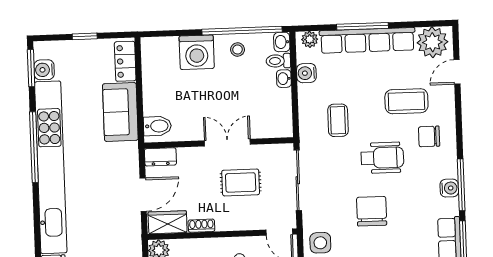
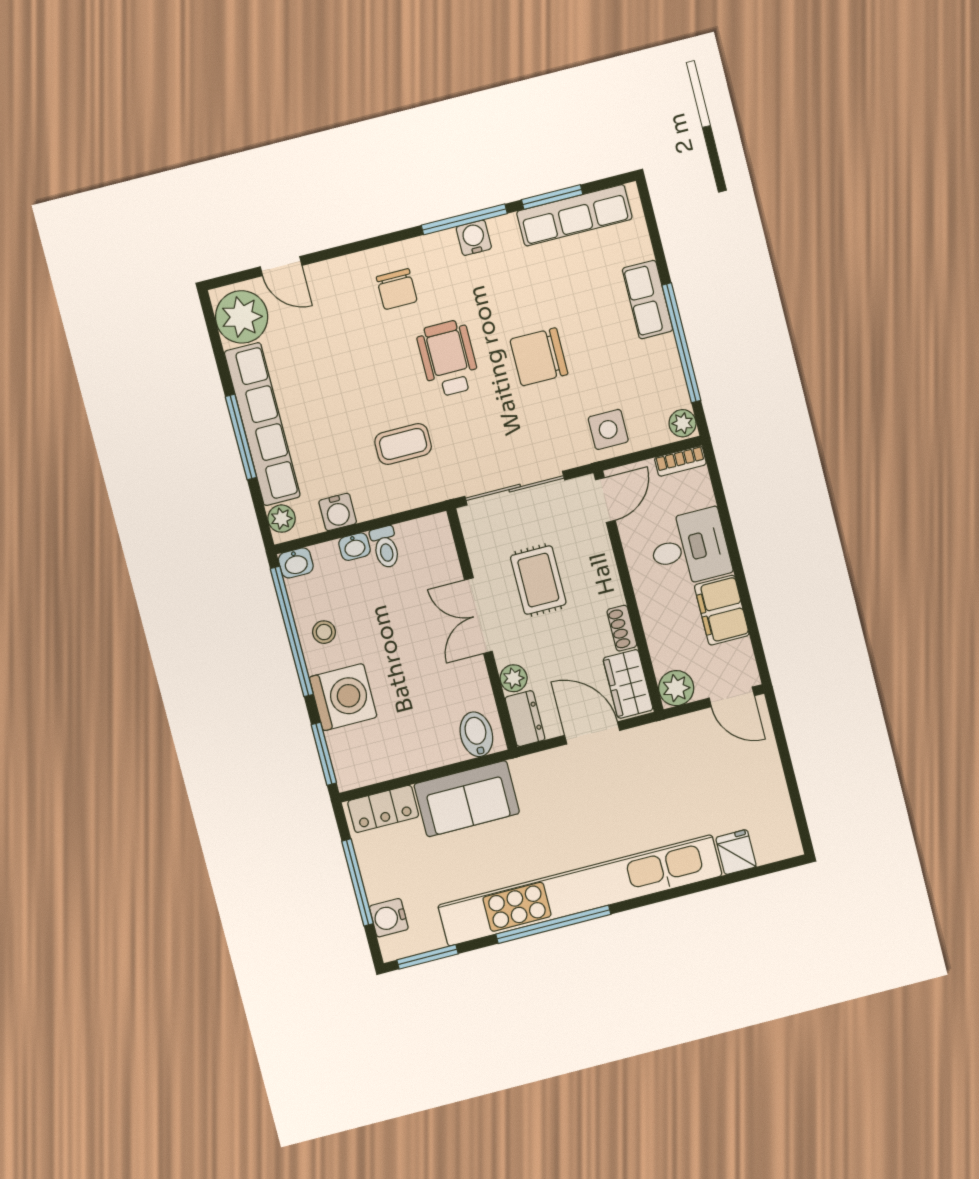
window: (166, 33) -> (324, 754), added
window: (85, 36) -> (357, 882), width x2.17
toilet: (278, 61) -> (385, 547), moved
water cooler: (44, 70) -> (389, 918), moved, turned 90
coffee table: (406, 101) -> (347, 339), removed
plant: (186, 155) -> (514, 678), added

